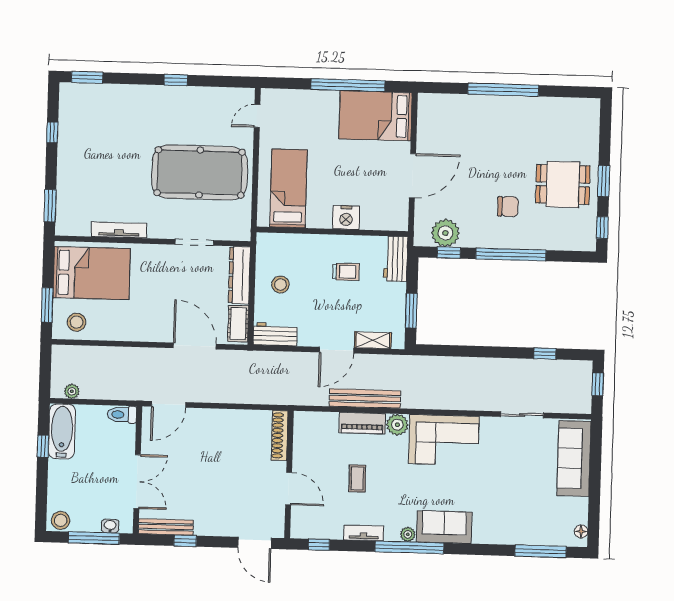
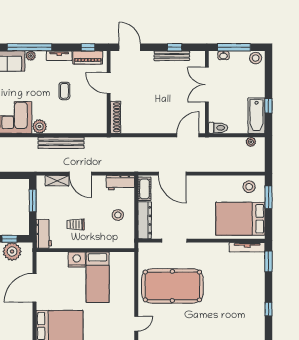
bed: (288, 188) -> (98, 277), moved
tv unit: (119, 230) -> (247, 247), moved
door: (337, 350) -> (80, 174), swing flipped
piano: (362, 423) -> (88, 58), moved, turned 180
bench: (166, 527) -> (172, 56), moved

